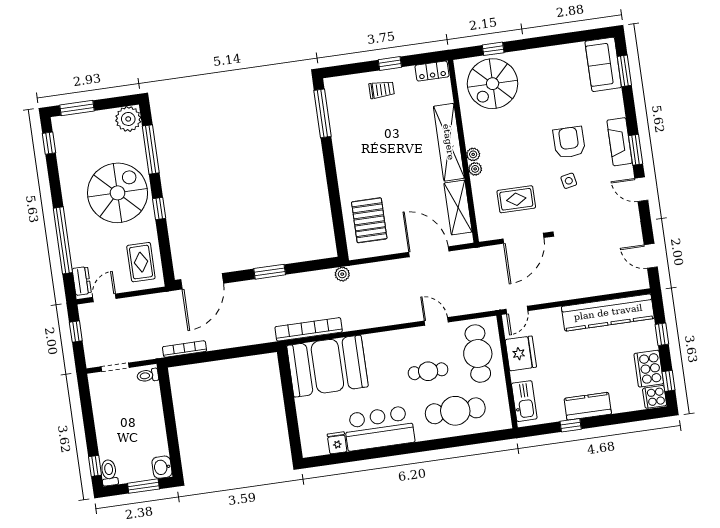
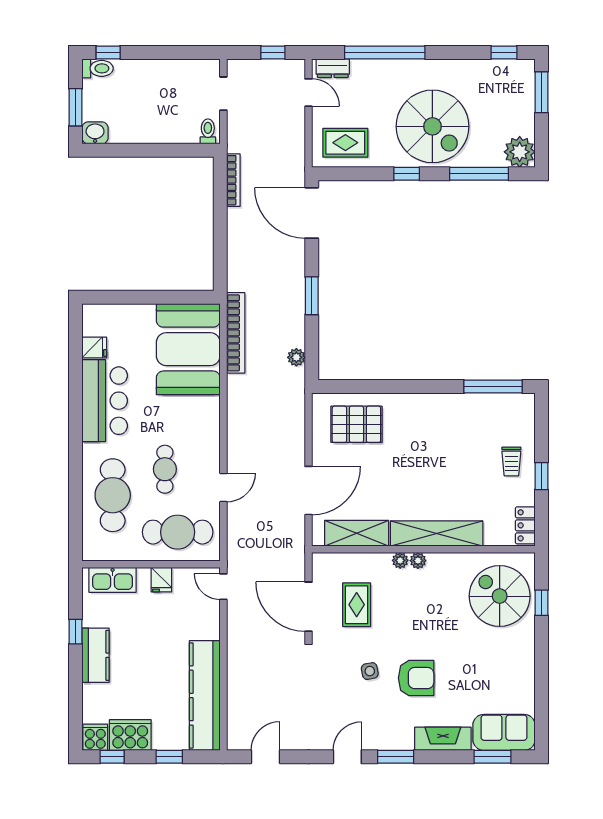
fireplace: (620, 142) -> (443, 739), moved
plant: (342, 274) -> (296, 357), moved
fridge: (521, 353) -> (161, 580), width x0.53, depth x0.75

